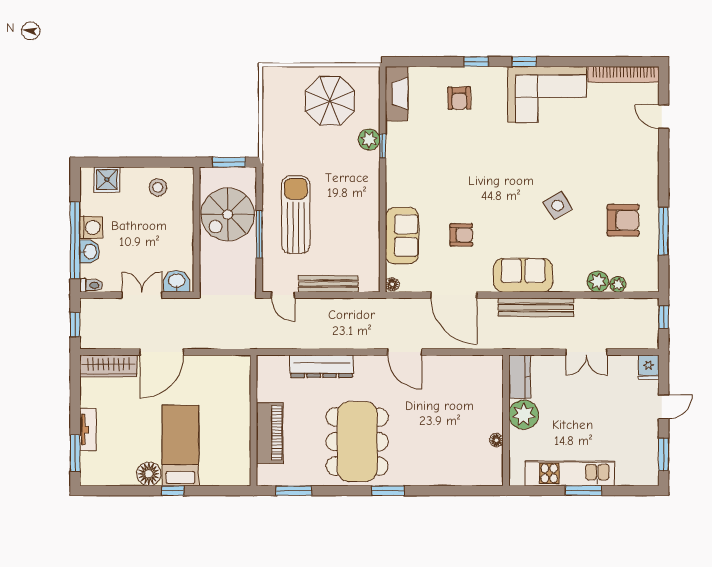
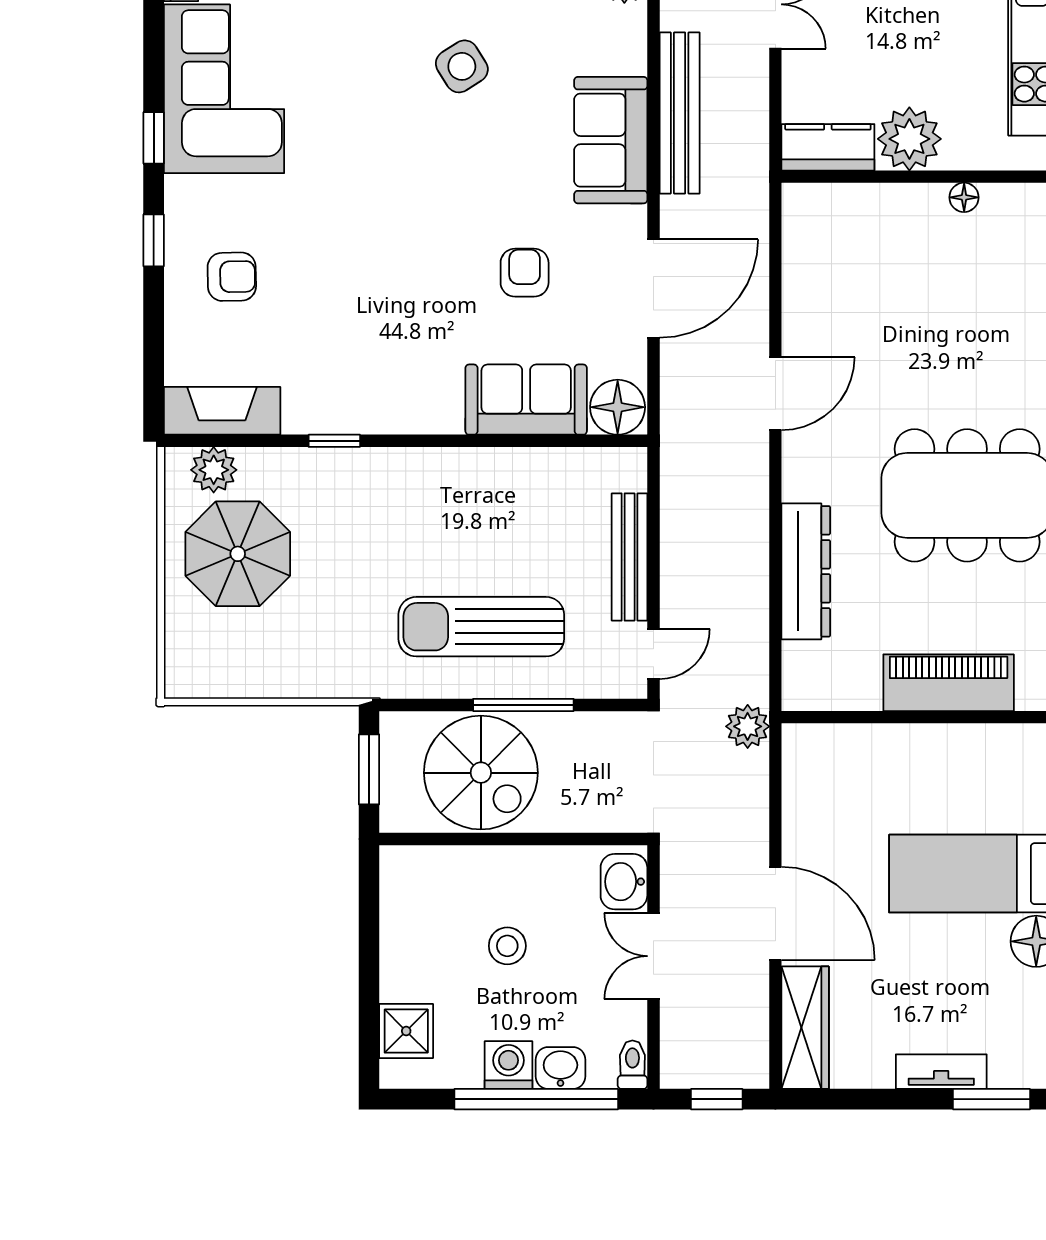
plant: (369, 140) -> (214, 470), moved
stool: (158, 187) -> (507, 946), moved
floor lamp: (392, 284) -> (618, 407), width x1.89, depth x1.89
plant: (249, 339) -> (748, 726), added

